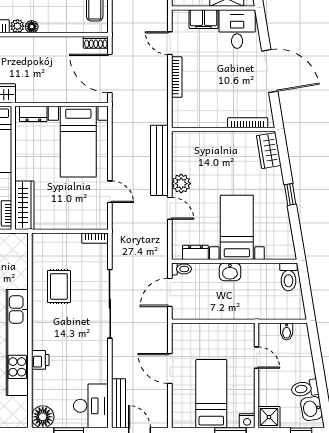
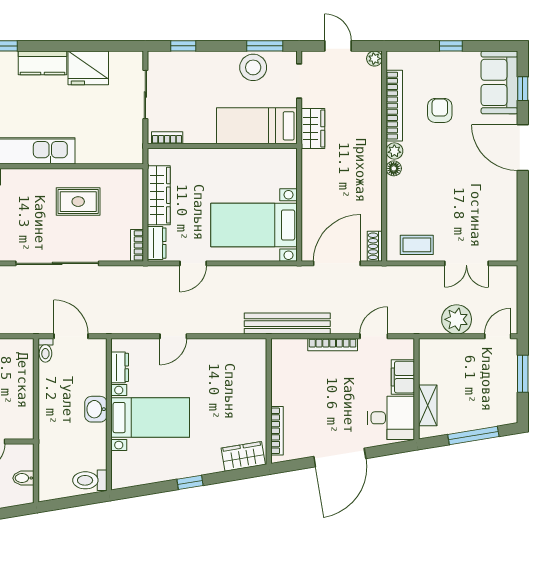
dresser: (33, 114) -> (157, 243), moved, turned 180
bench: (159, 160) -> (287, 324), moved
plant: (181, 184) -> (203, 350), removed
wardrobe: (24, 205) -> (159, 195), moved, turned -90
toilet: (181, 269) -> (45, 350), moved

